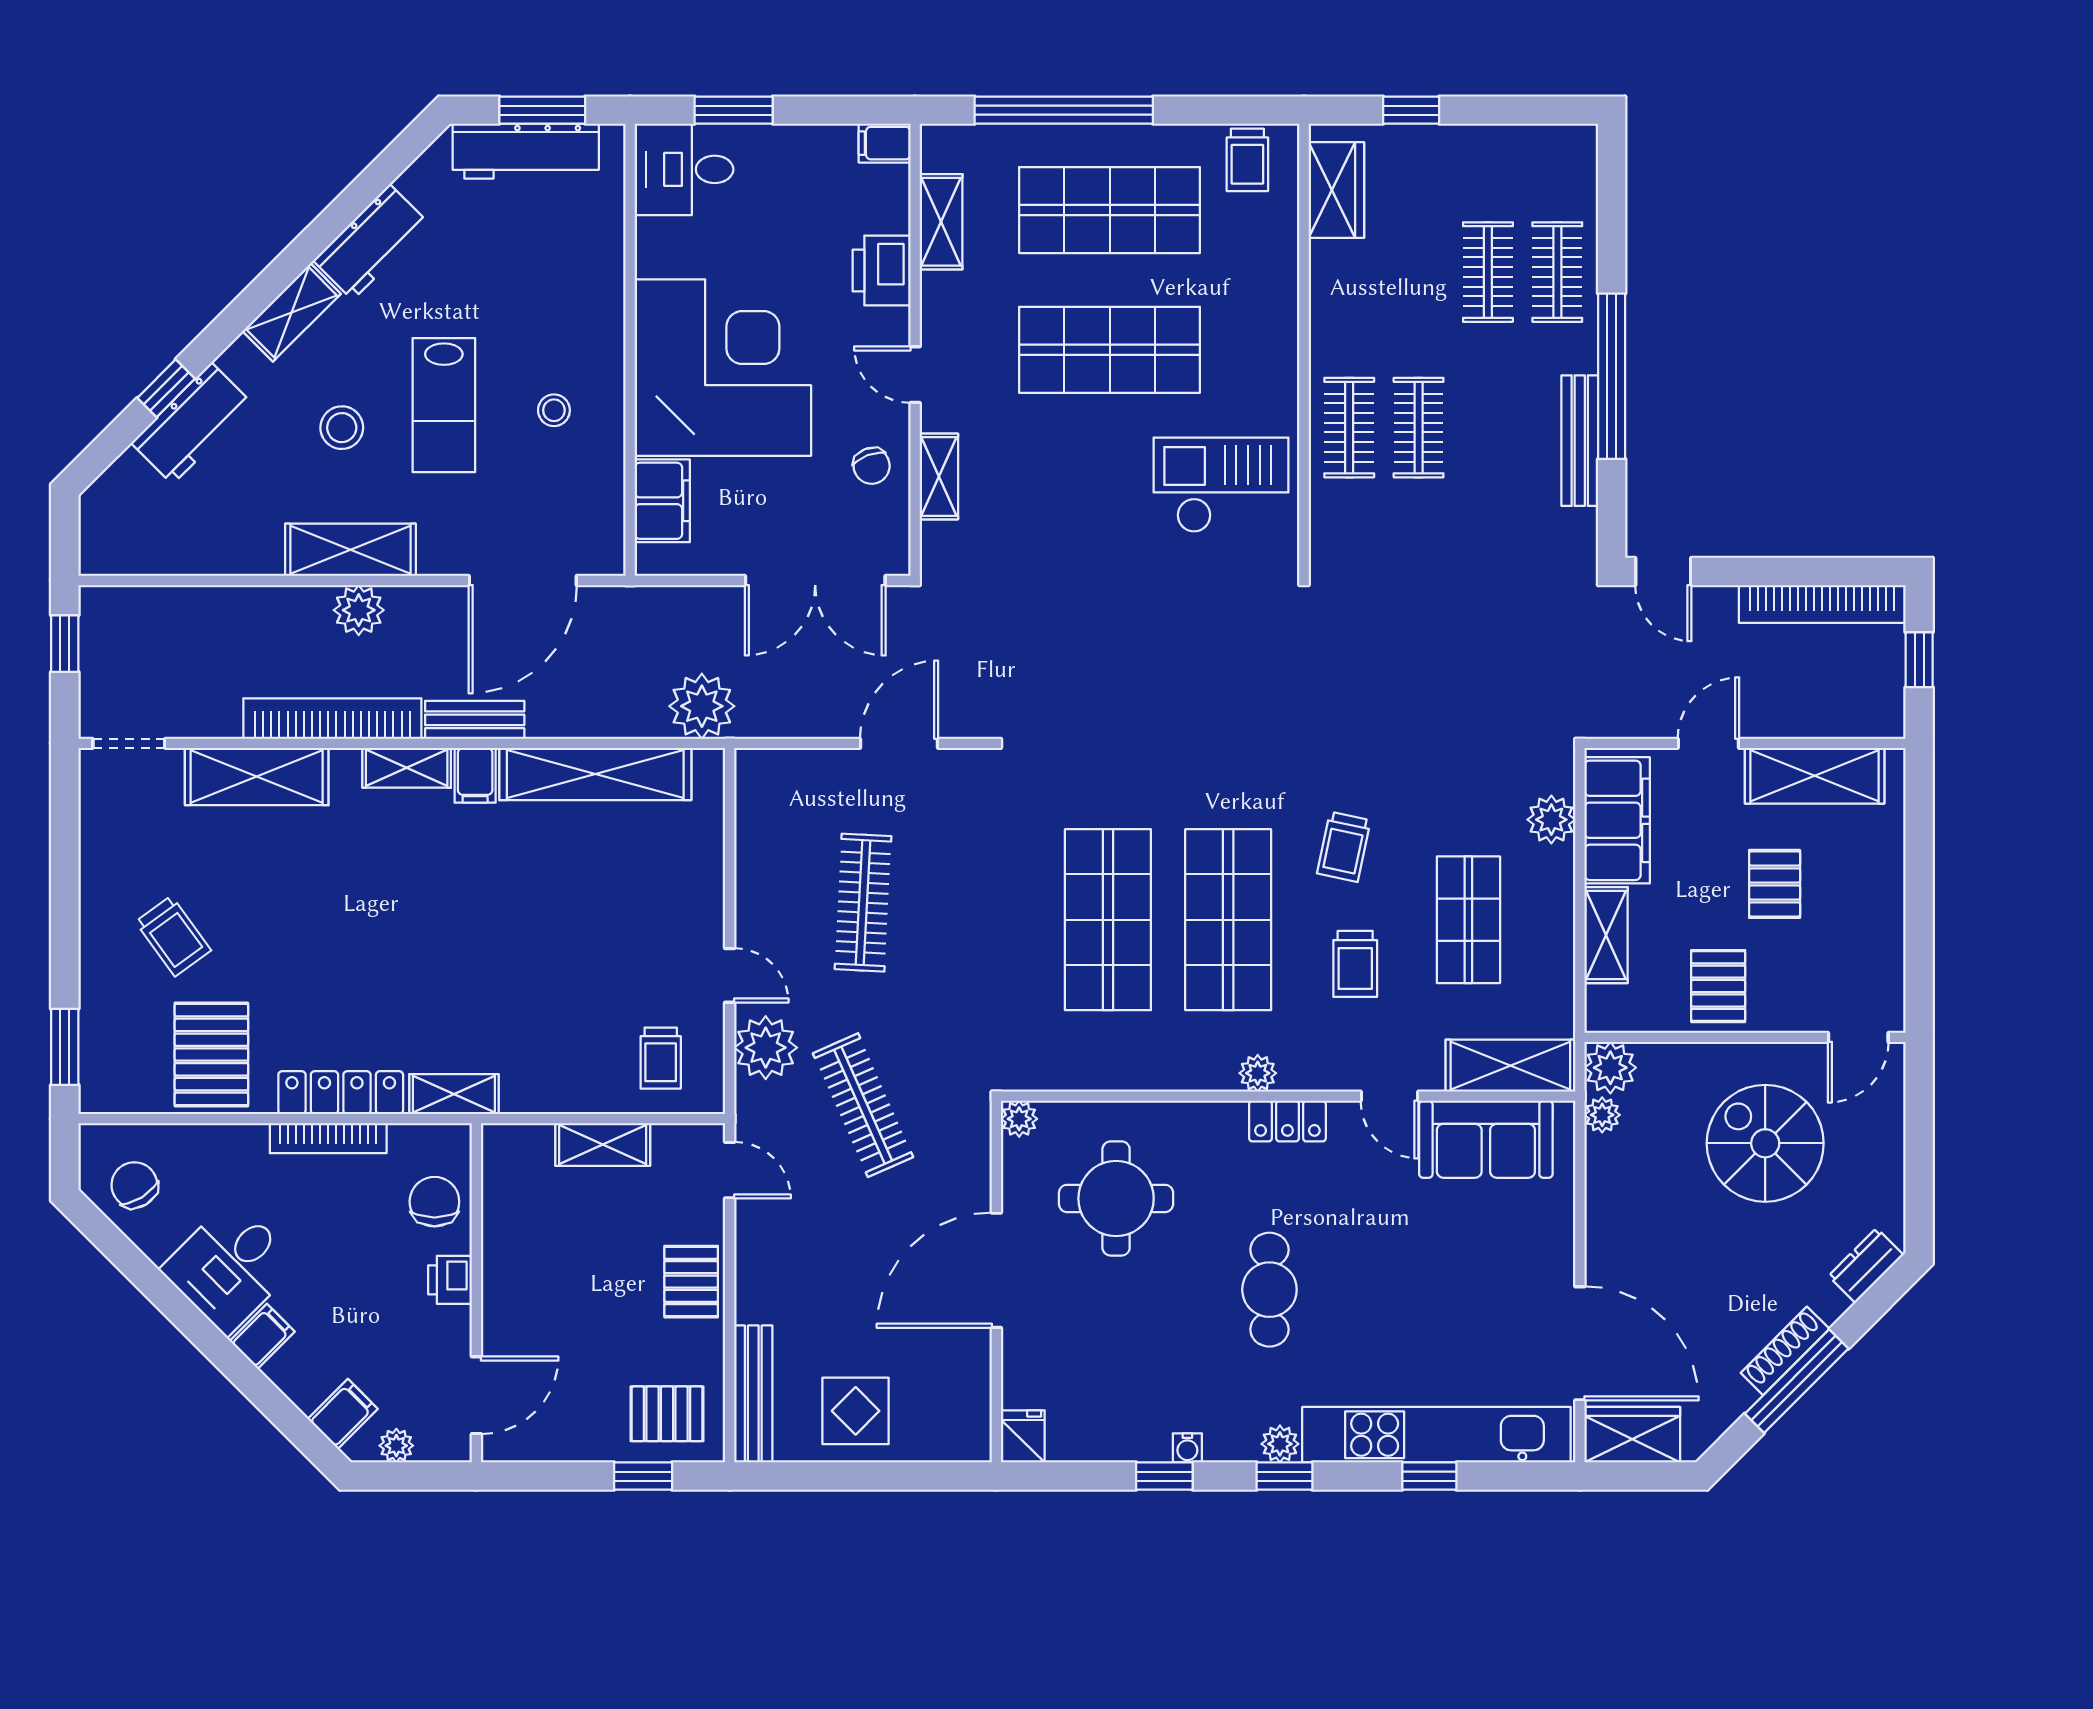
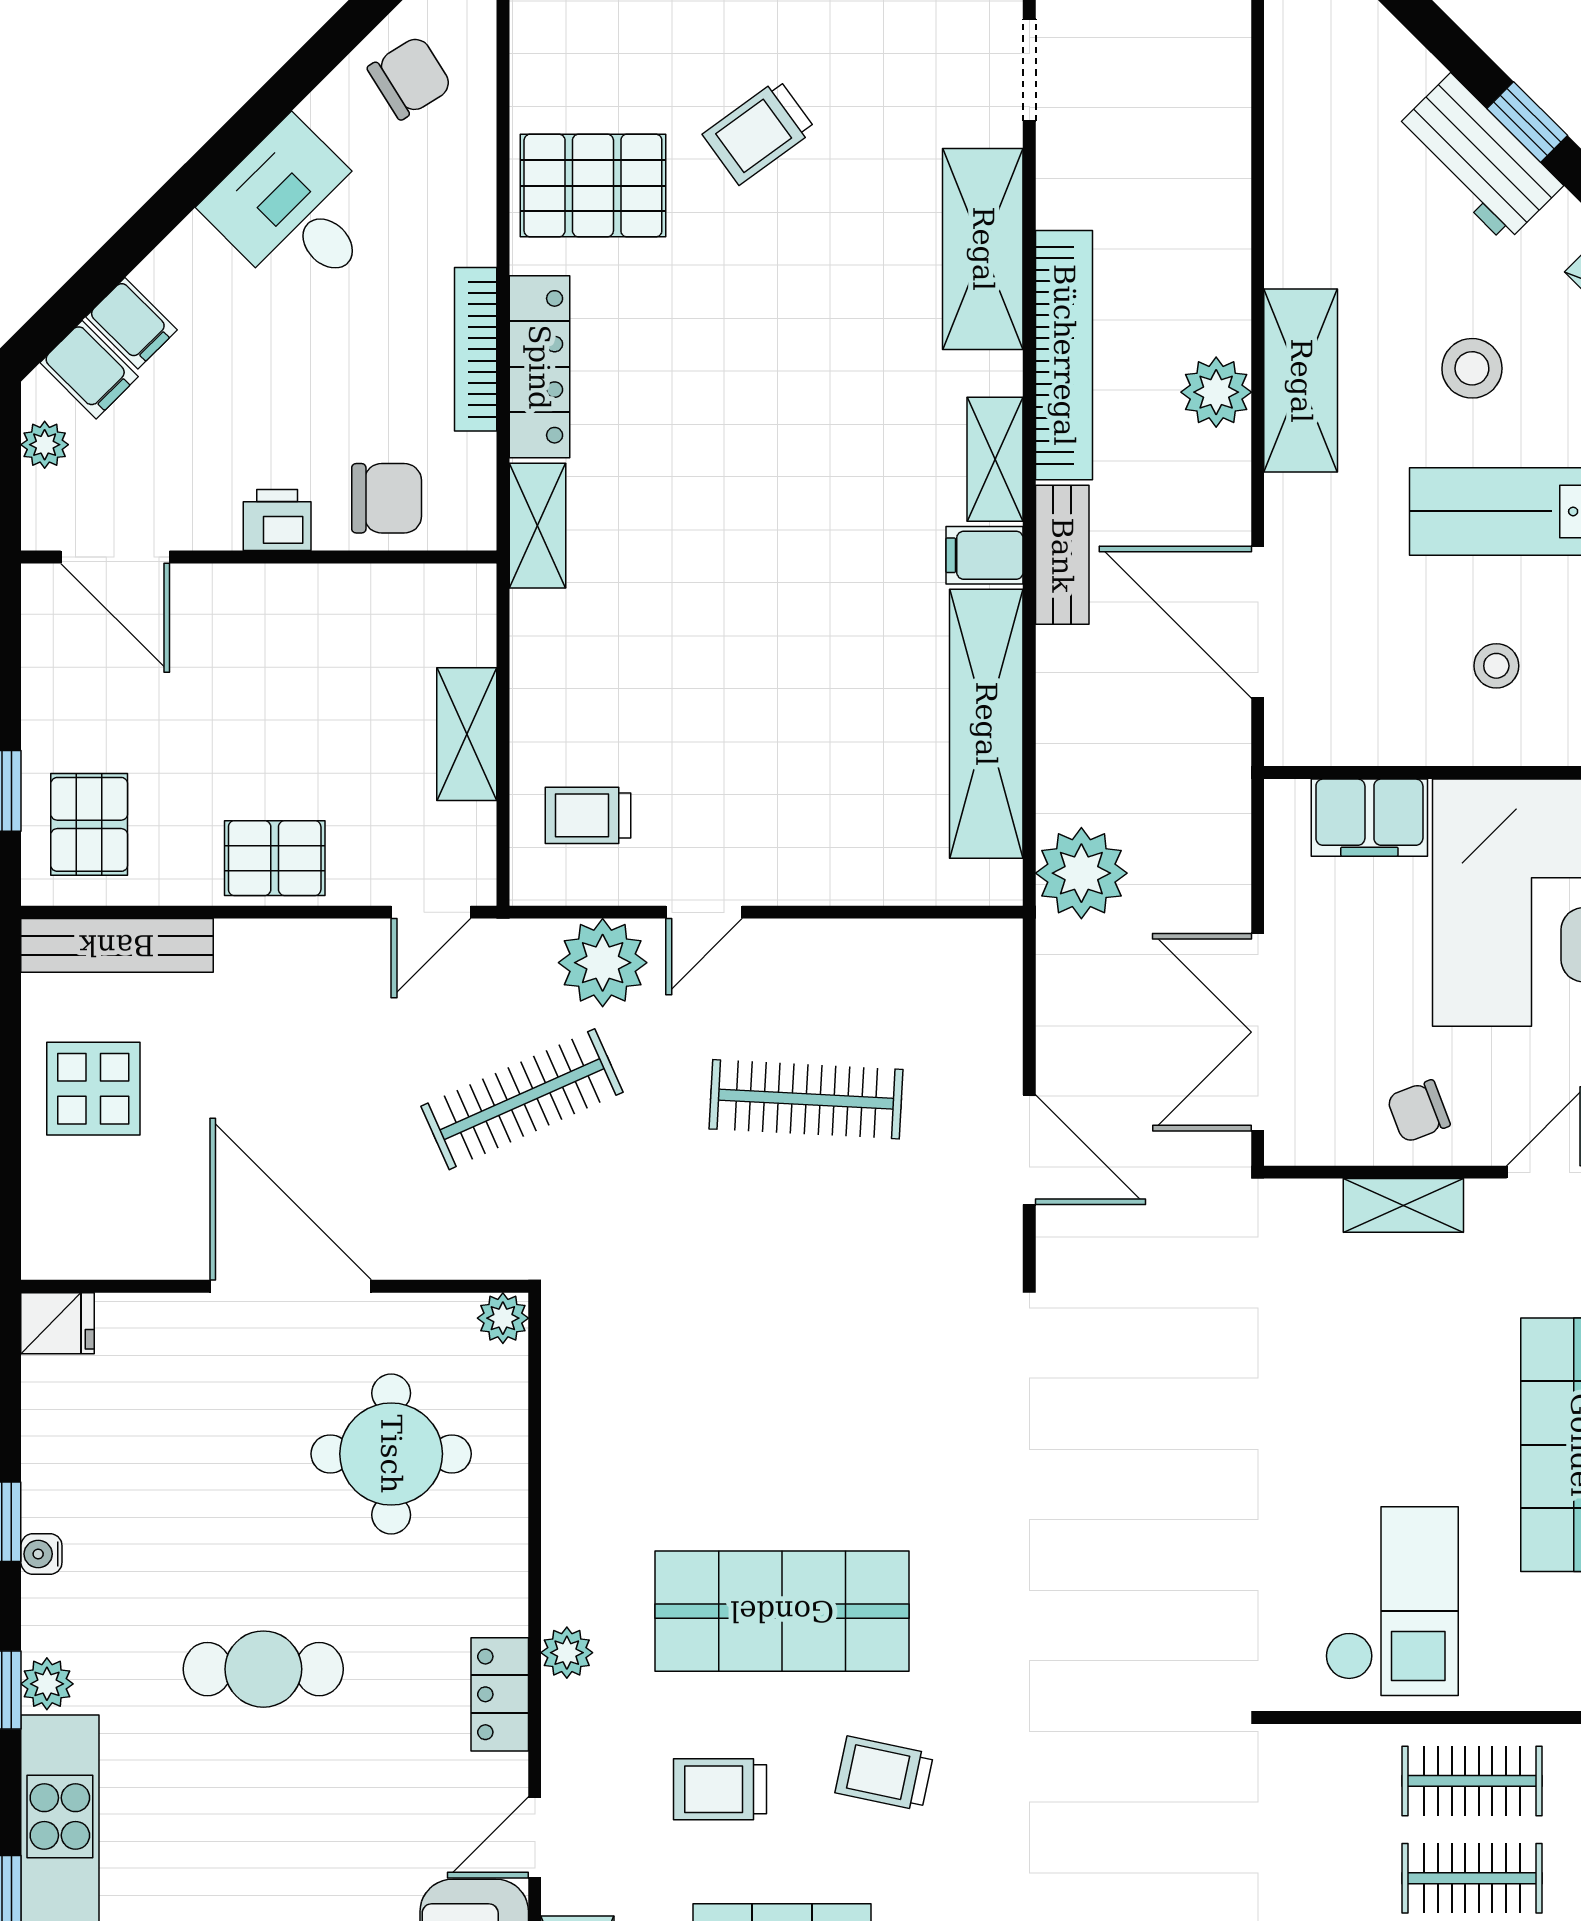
shop shelf: (1108, 920) -> (782, 1443), removed
filing cabinet: (262, 1336) -> (131, 323), moved

